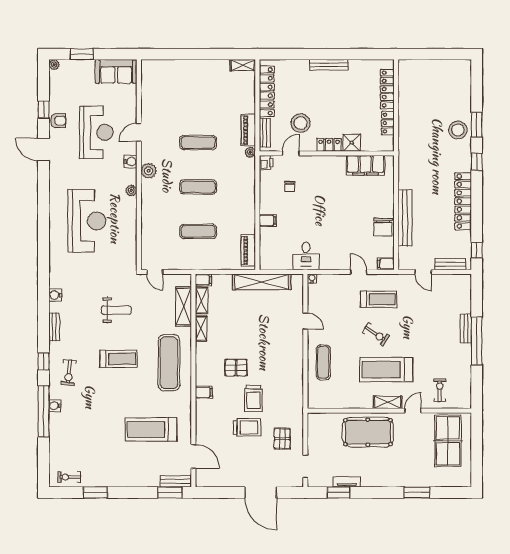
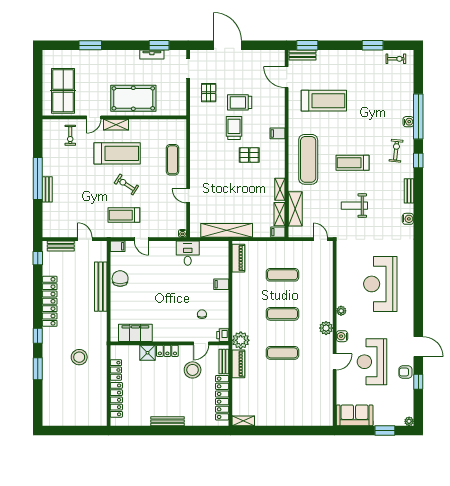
stool: (458, 130) -> (79, 357), moved
plant: (250, 152) -> (241, 340), width x1.88, depth x1.88

